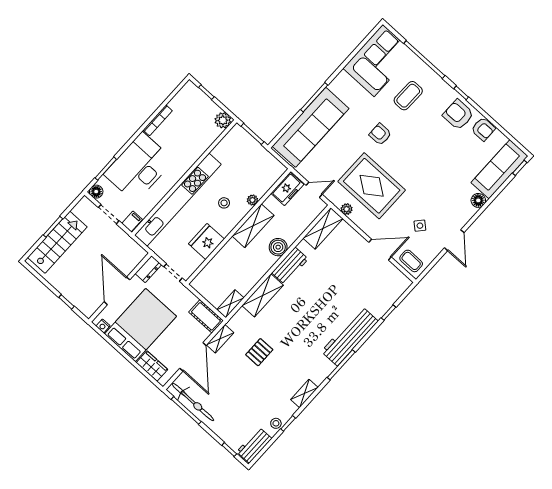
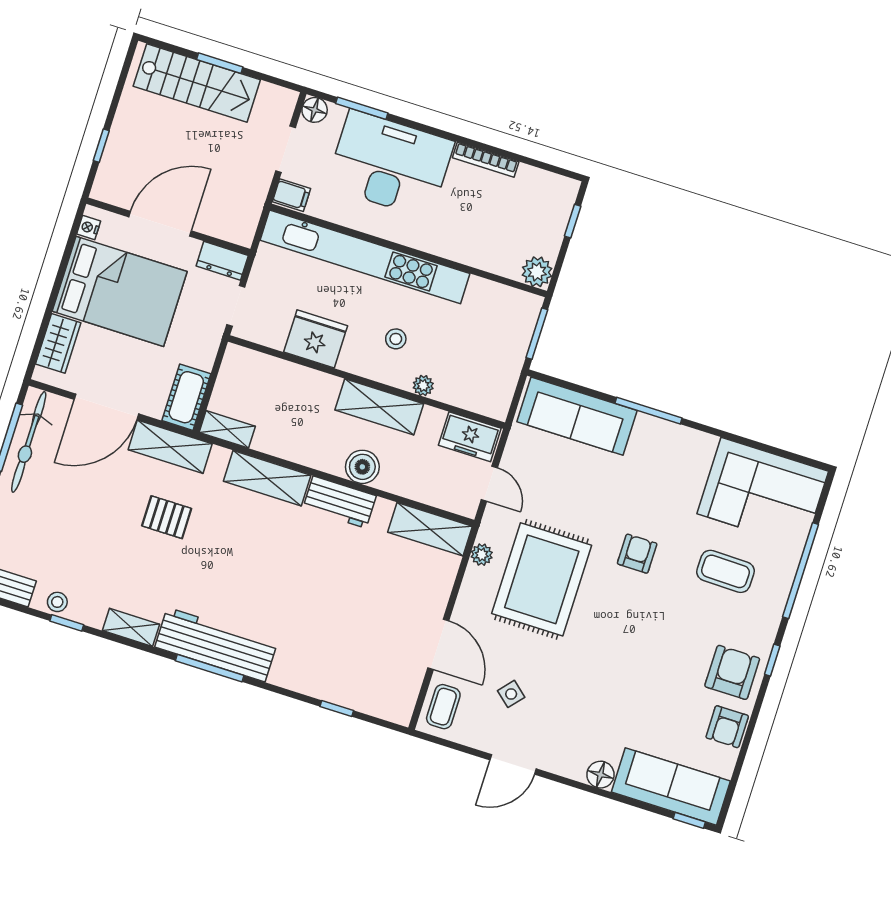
sofa: (311, 127) -> (577, 416), width x0.74, depth x0.79
workbench: (350, 336) -> (216, 645), moved
shelving: (220, 339) -> (170, 447), width x1.50, depth x1.33

